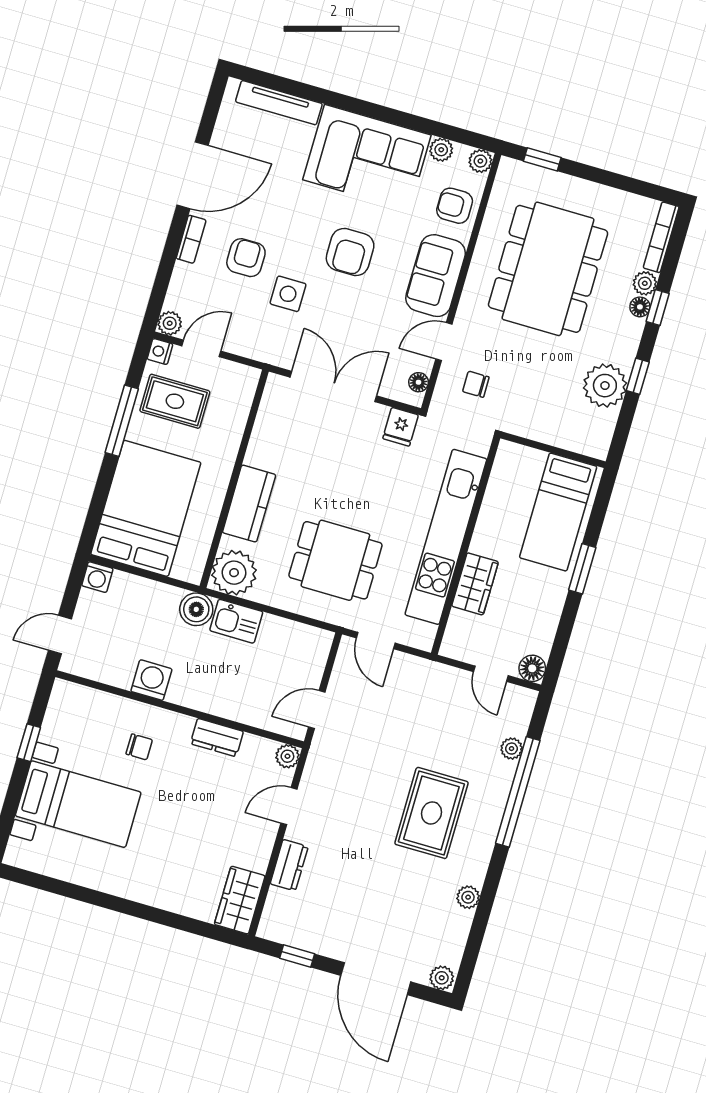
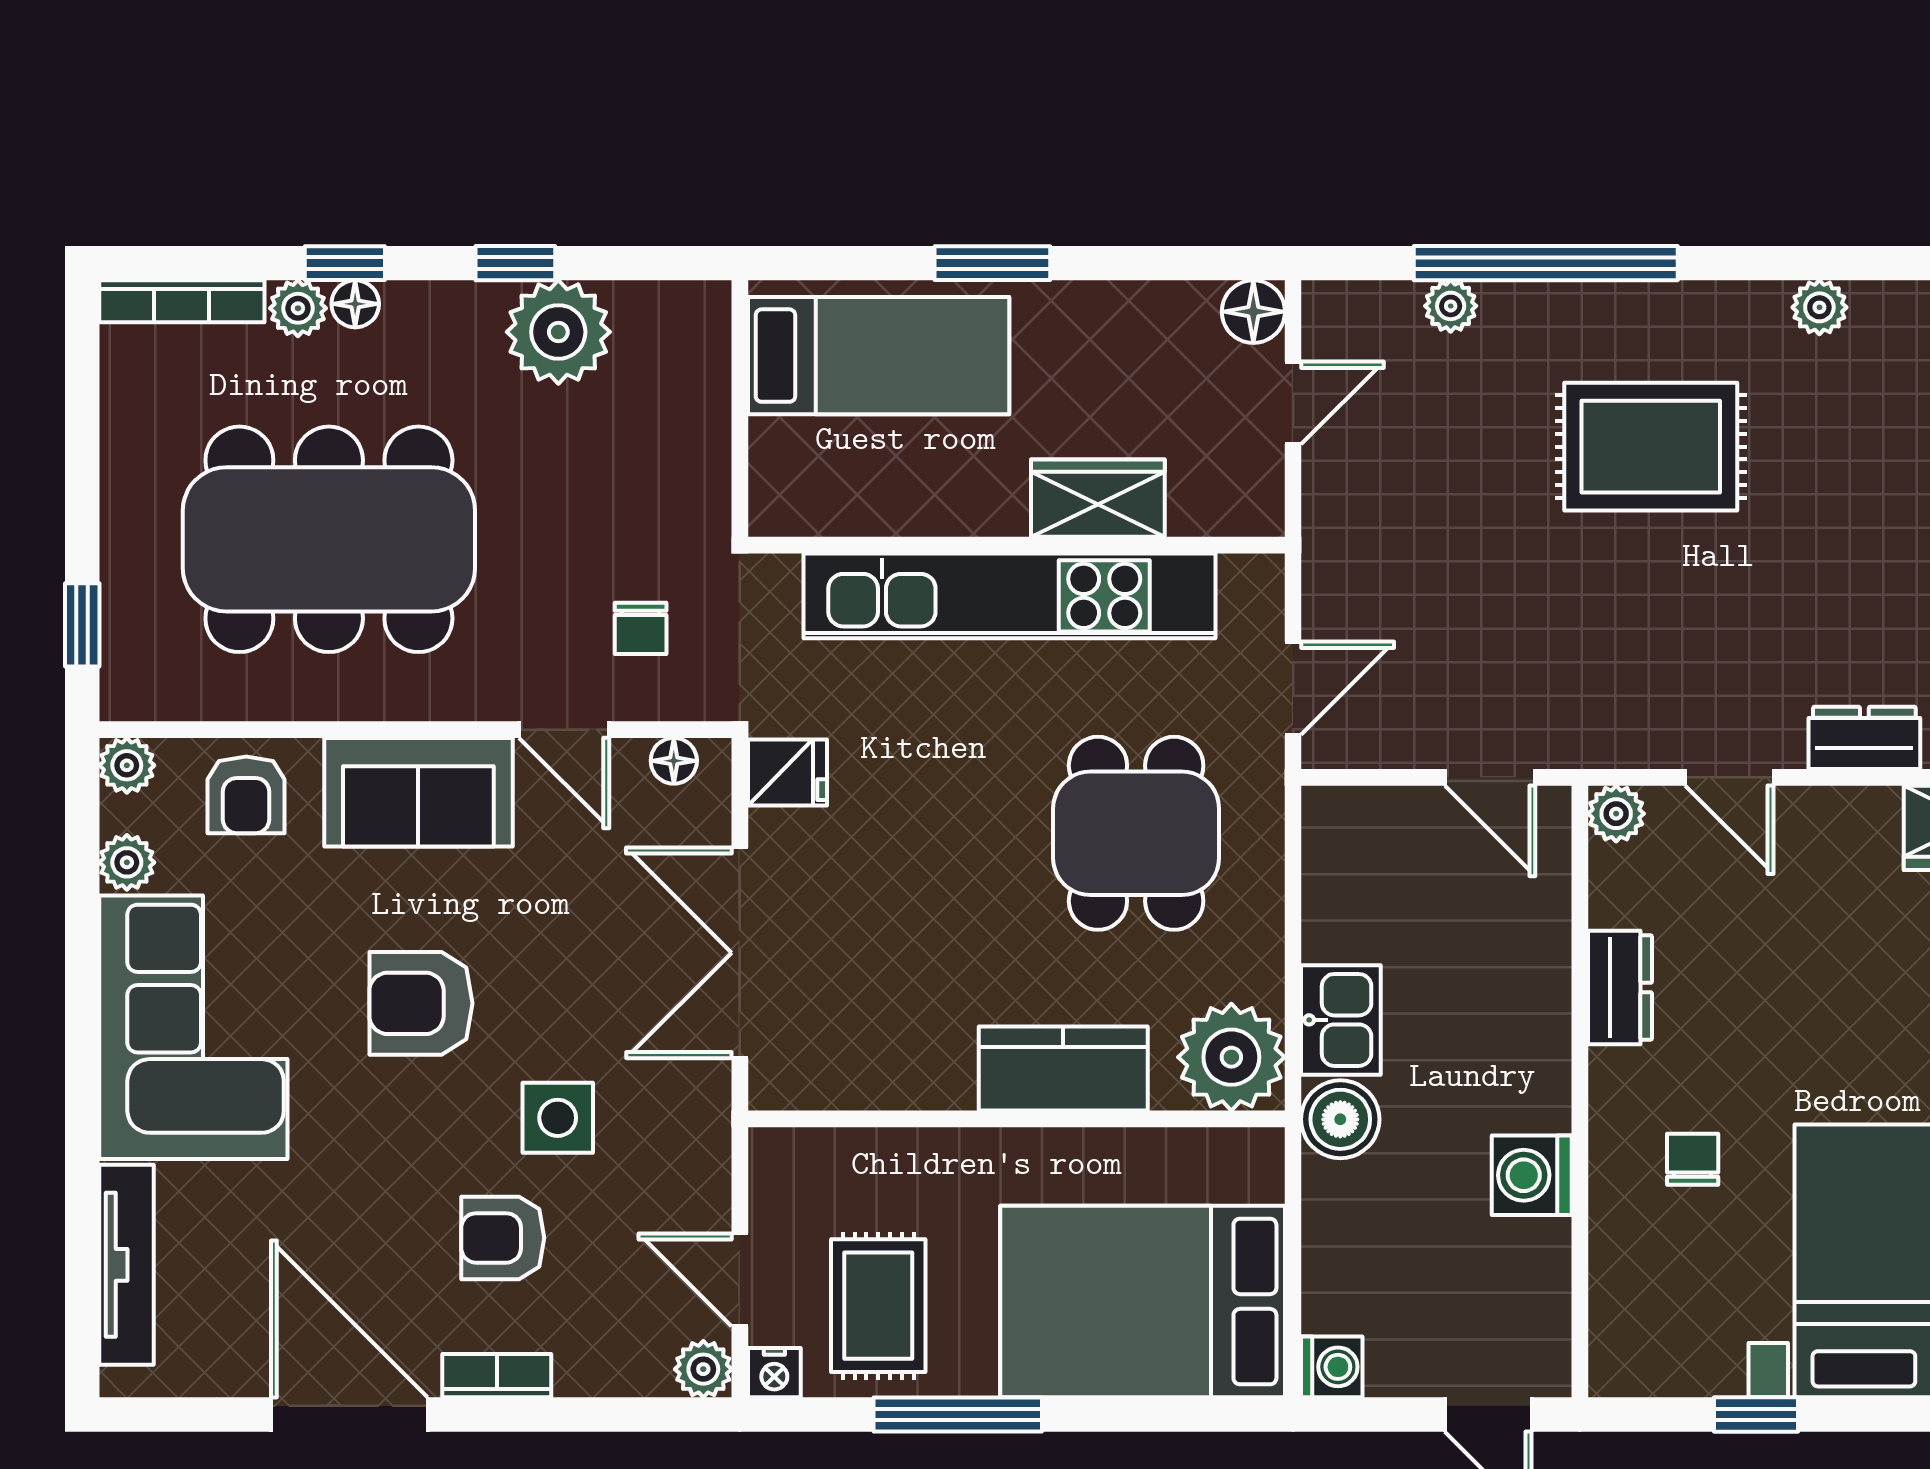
armchair: (350, 252) -> (421, 1003), turned 180

